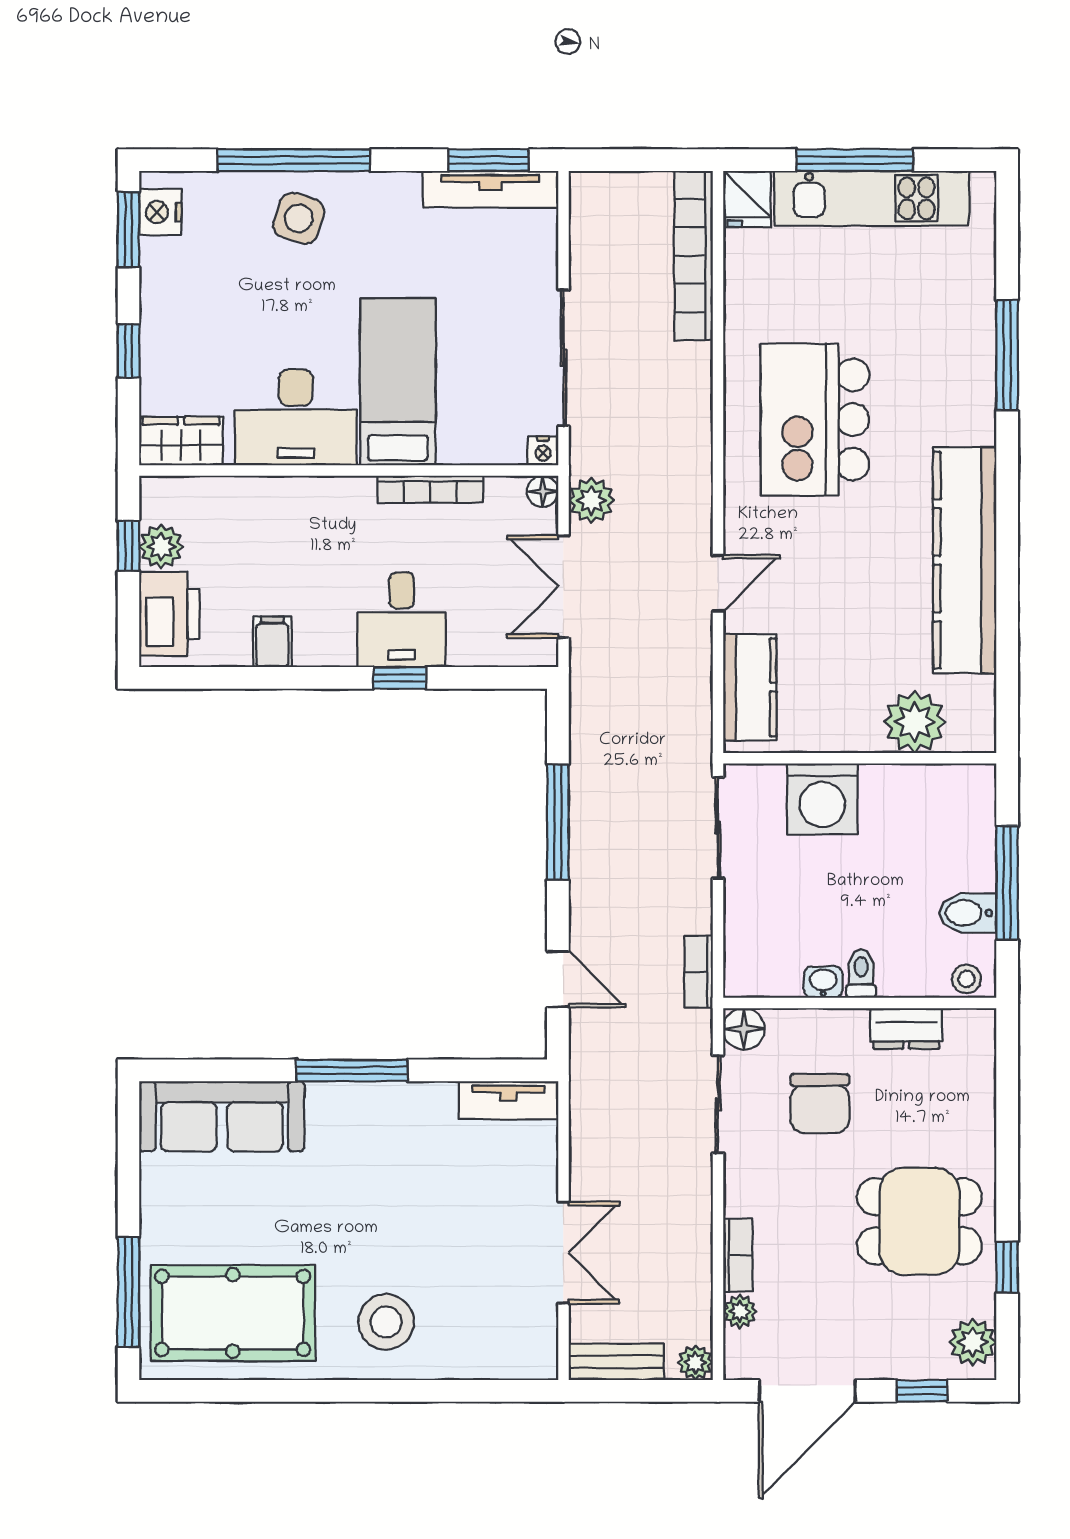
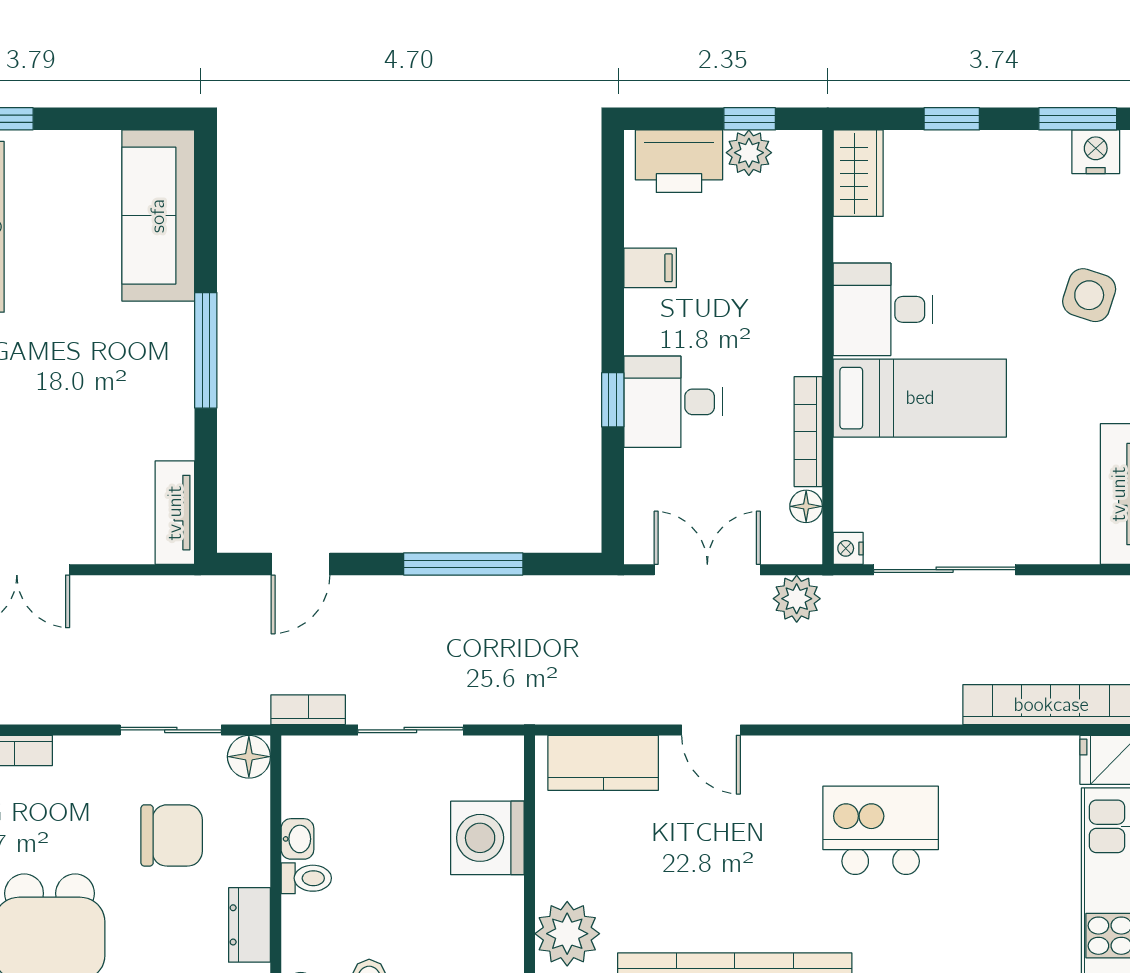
desk: (296, 417) -> (883, 309), width x0.73
kitchen island: (815, 419) -> (881, 830), width x0.73, depth x0.78
floor lamp: (543, 491) -> (806, 506), moved
sliding door: (718, 828) -> (410, 730), moved
chair: (820, 1104) -> (172, 835), turned 180

